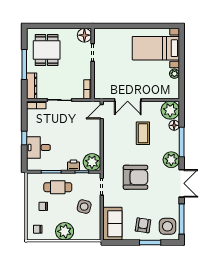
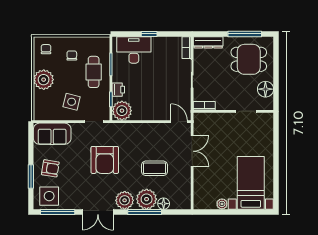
floor lamp: (84, 35) -> (265, 89), moved
window: (24, 65) -> (245, 34), moved
double door: (128, 100) -> (192, 151), swing flipped
plant: (170, 110) -> (147, 199), moved
desk: (38, 148) -> (134, 50), width x1.37

